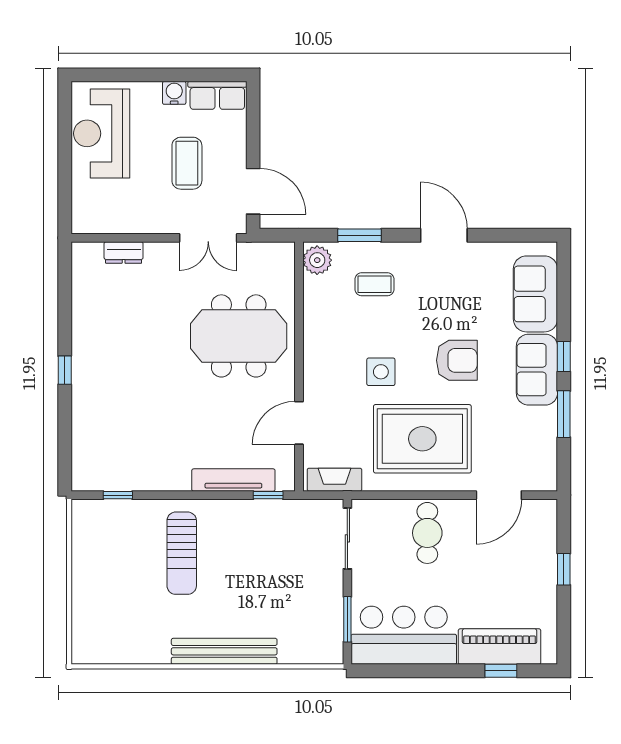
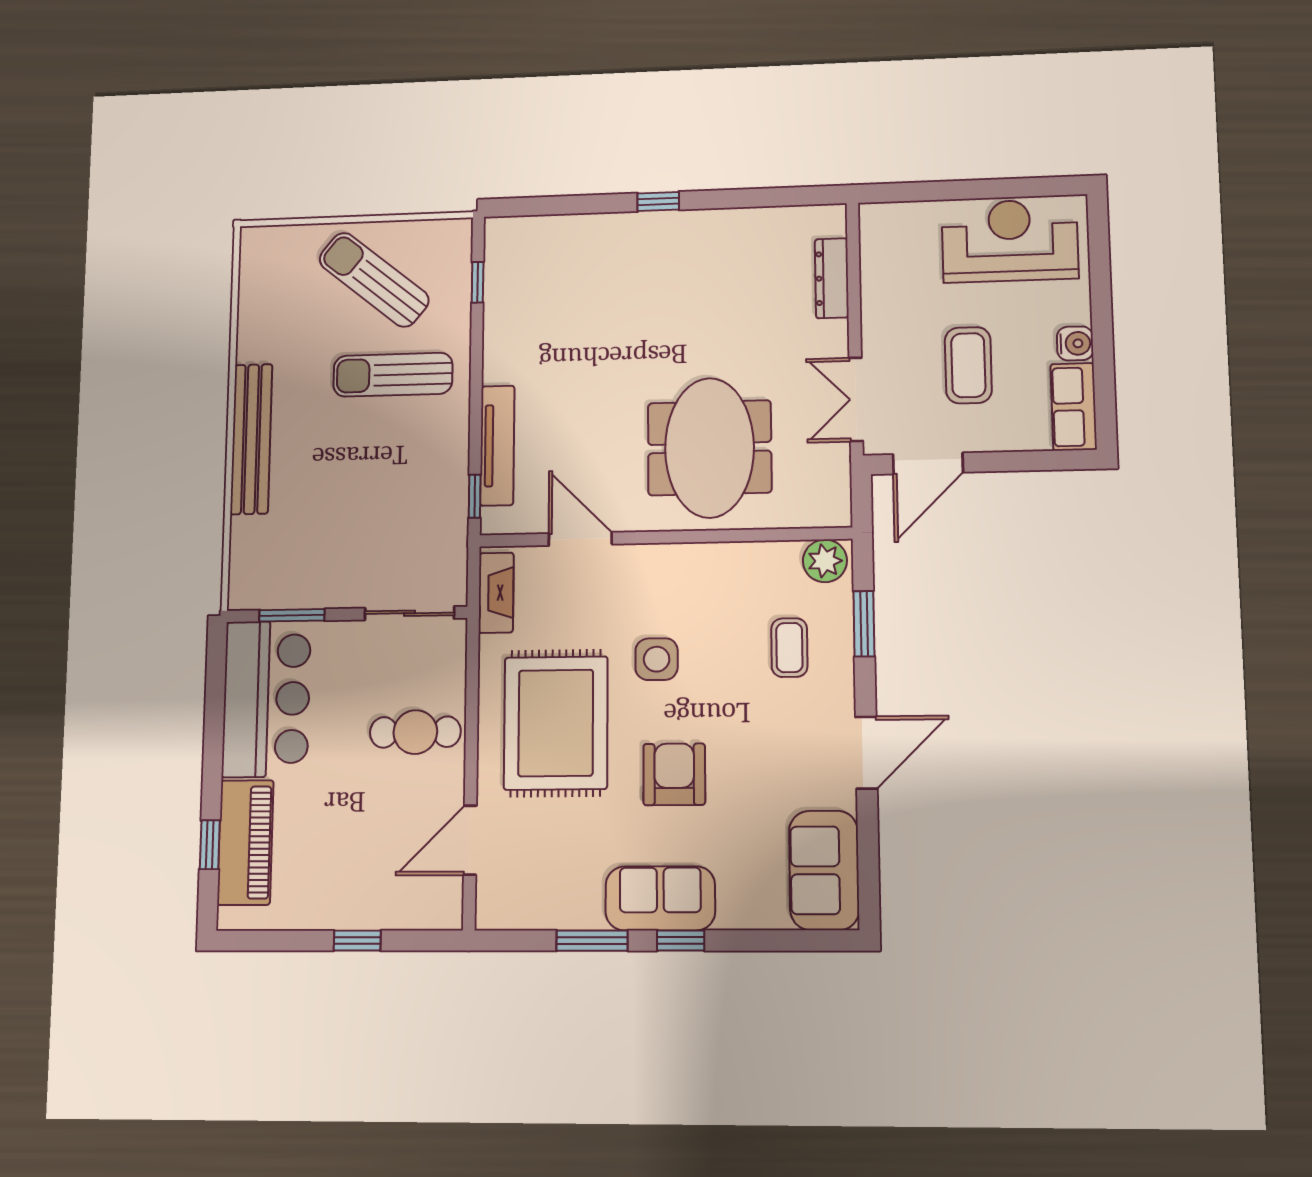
coffee table: (187, 163) -> (968, 365), turned 90
dresser: (124, 253) -> (832, 278), width x1.44
sofa: (535, 294) -> (824, 870), moved, turned -90
armchair: (457, 360) -> (674, 774), turned 180
door: (499, 495) -> (470, 840), hinge flipped
sun lounger: (113, 568) -> (374, 280), added

